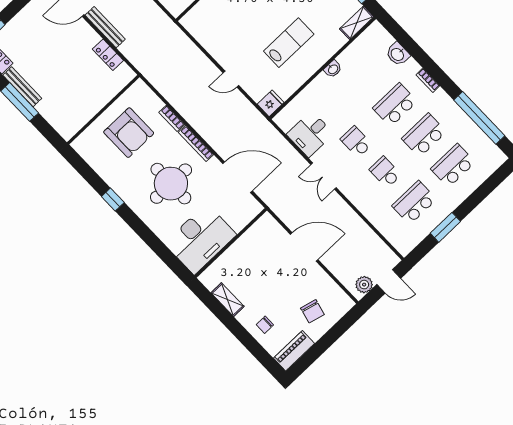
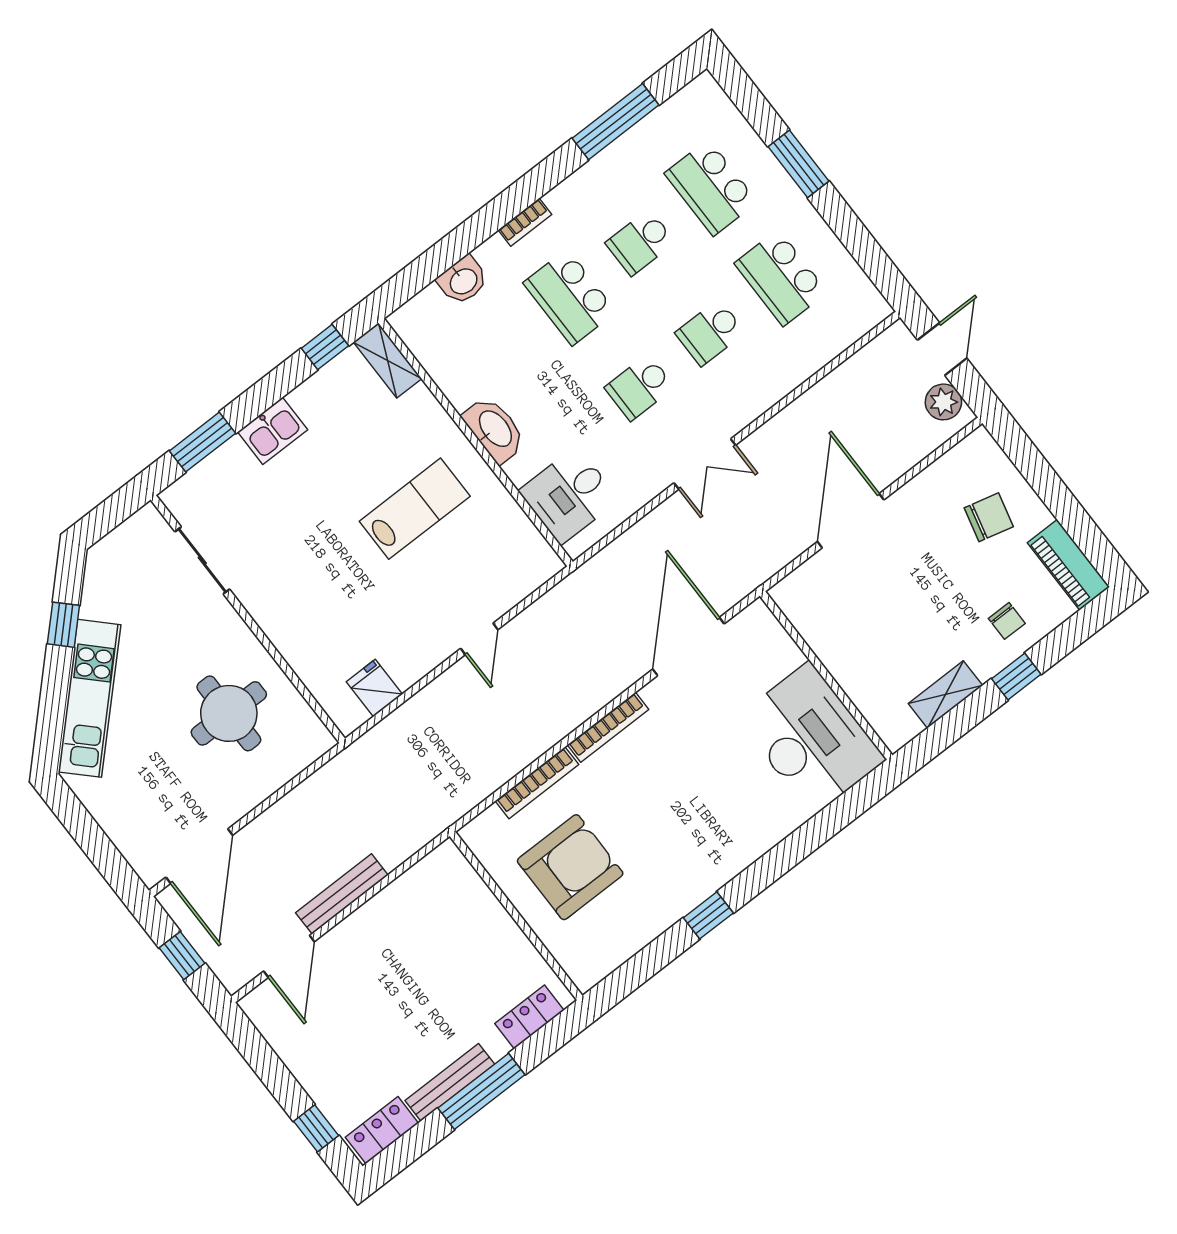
lab bench: (289, 43) -> (415, 509), turned 90
locker: (108, 55) -> (529, 1017), moved, turned 180
washbasin: (333, 69) -> (495, 429), width x1.91, depth x1.45
fridge: (271, 103) -> (374, 688), moved
bookcase: (172, 118) -> (537, 783), width x1.56
window: (479, 118) -> (616, 122), width x0.68
desk: (310, 134) -> (569, 495), moved, turned 90
school desk: (424, 135) -> (640, 243), width x0.54
round table: (171, 184) -> (687, 789), removed
window: (445, 227) -> (798, 164), moved
window: (239, 332) -> (1016, 676), added

